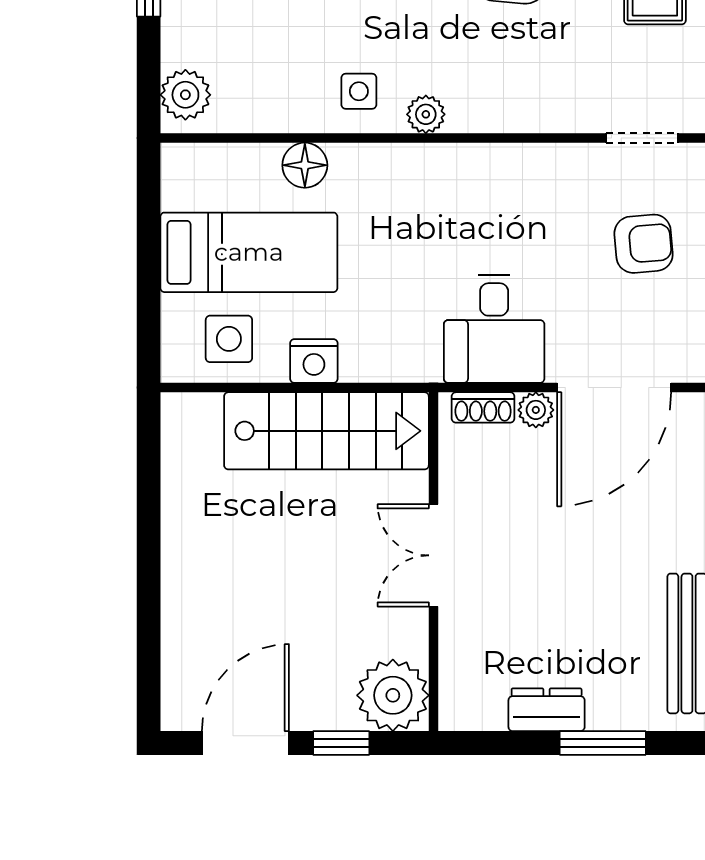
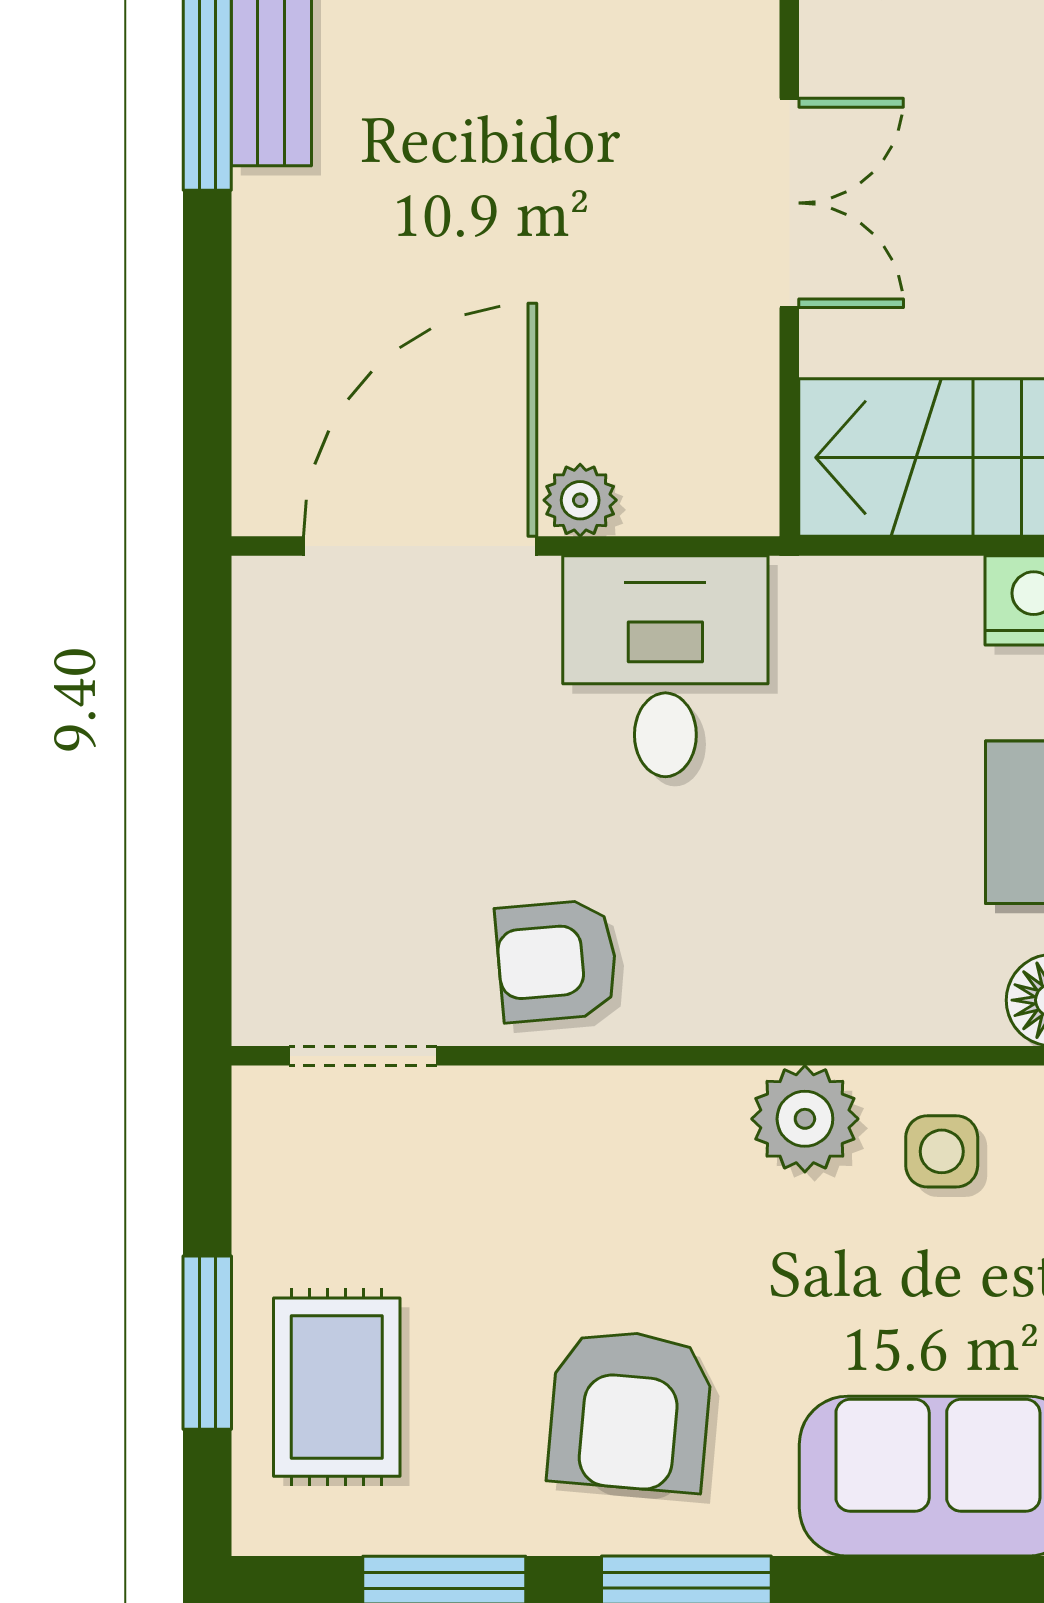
plant: (426, 114) -> (805, 1119), width x1.38, depth x1.38
armchair: (644, 244) -> (557, 961), moved
shoe rack: (483, 407) -> (688, 505), removed

